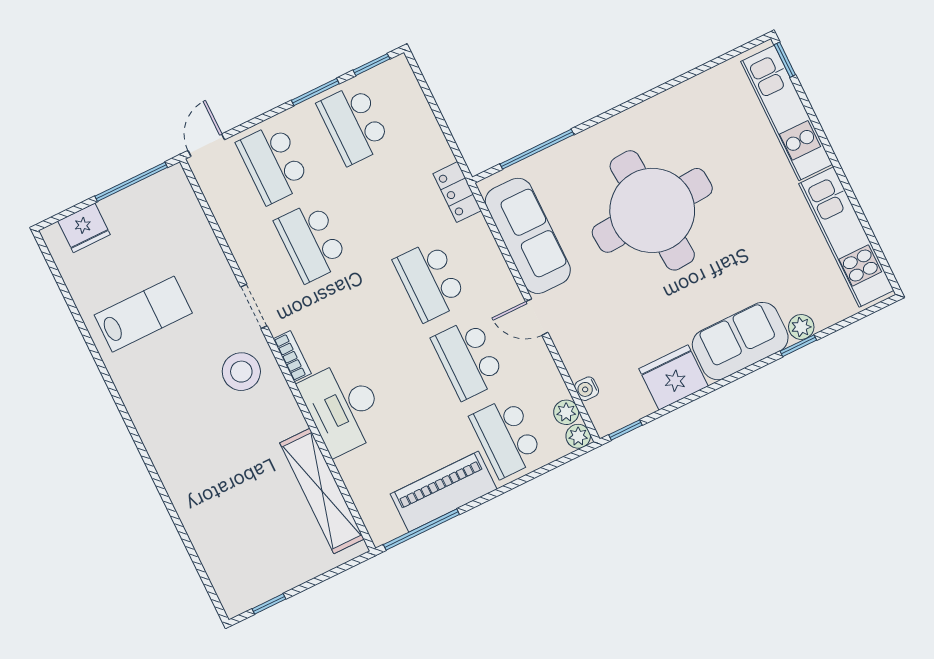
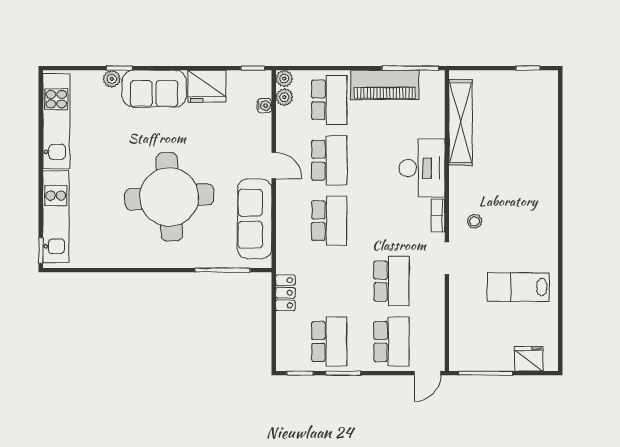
locker: (457, 192) -> (285, 293), moved
stool: (241, 372) -> (475, 221), width x0.53, depth x0.53

